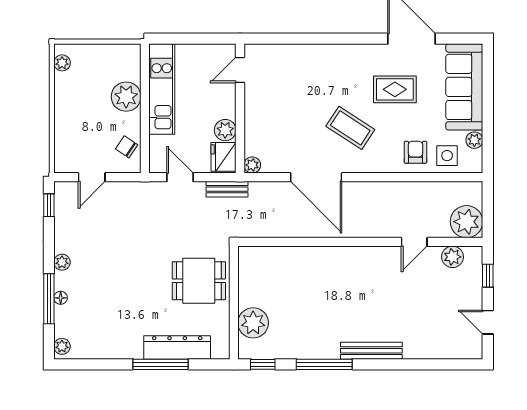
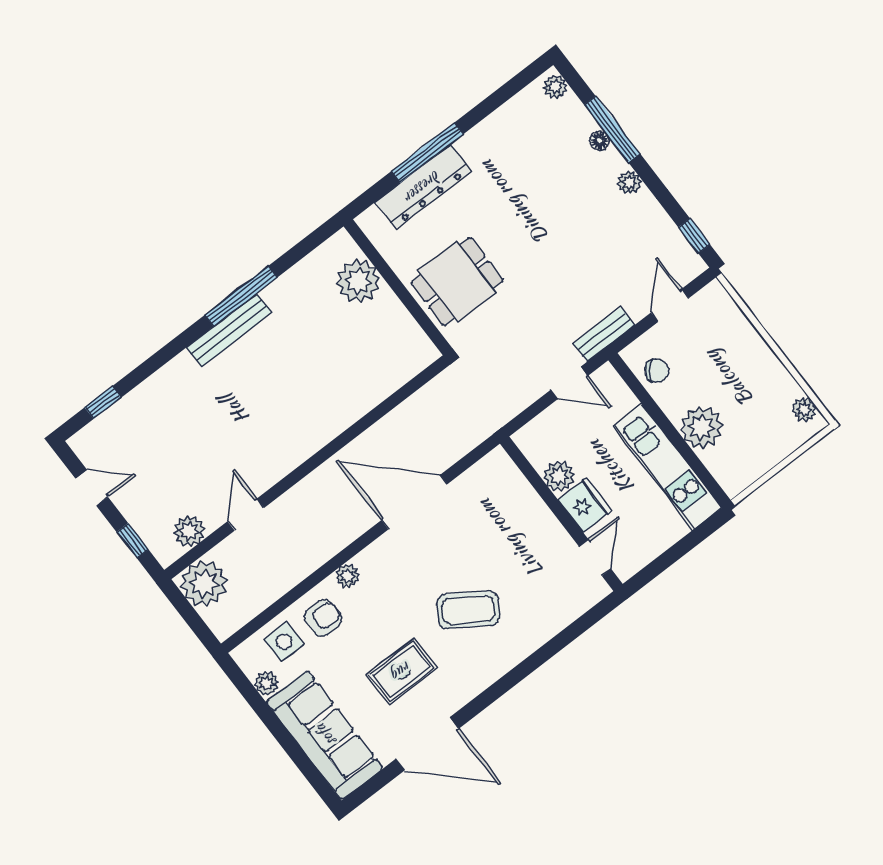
coffee table: (350, 128) -> (468, 610), moved
armchair: (415, 152) -> (323, 618), turned -90
fridge: (223, 157) -> (585, 505), moved
plant: (252, 165) -> (347, 576), moved
bench: (227, 189) -> (604, 334), moved
bench: (371, 351) -> (229, 330), moved
window: (263, 364) -> (103, 402), moved

